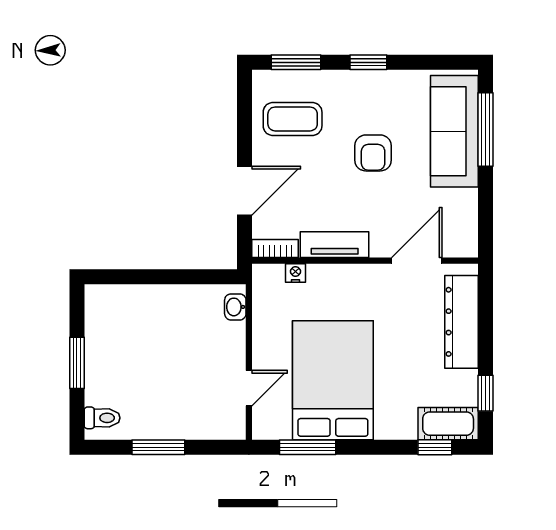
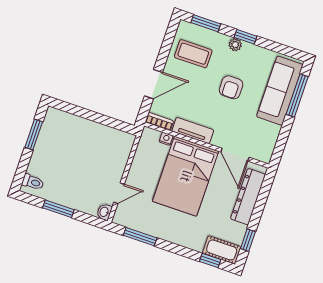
plant: (356, 81) -> (235, 45), added
door: (417, 261) -> (235, 155), swing flipped
washbasin: (235, 307) -> (104, 212), moved
window: (77, 363) -> (34, 134), moved
bed: (333, 380) -> (186, 176), moved, turned 180

